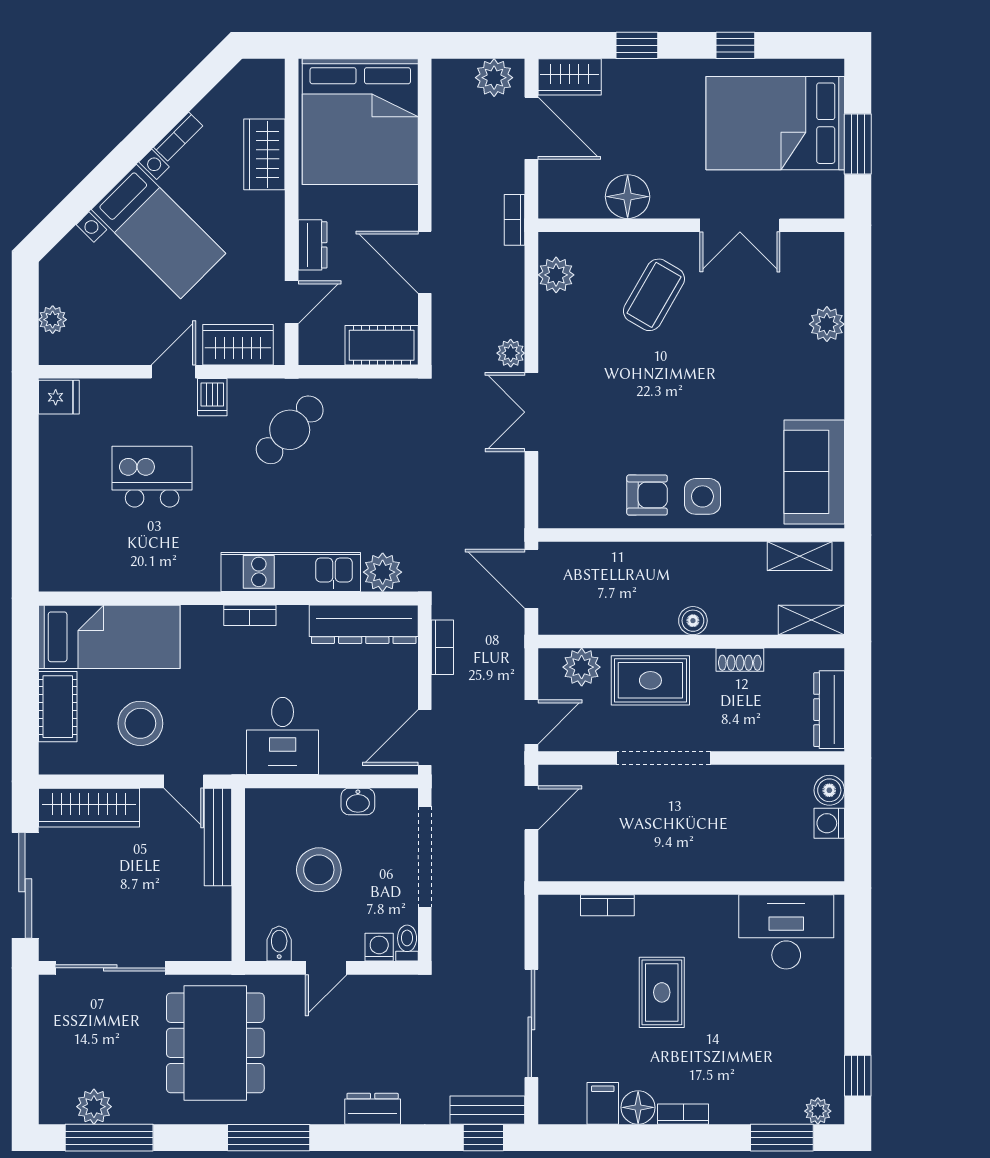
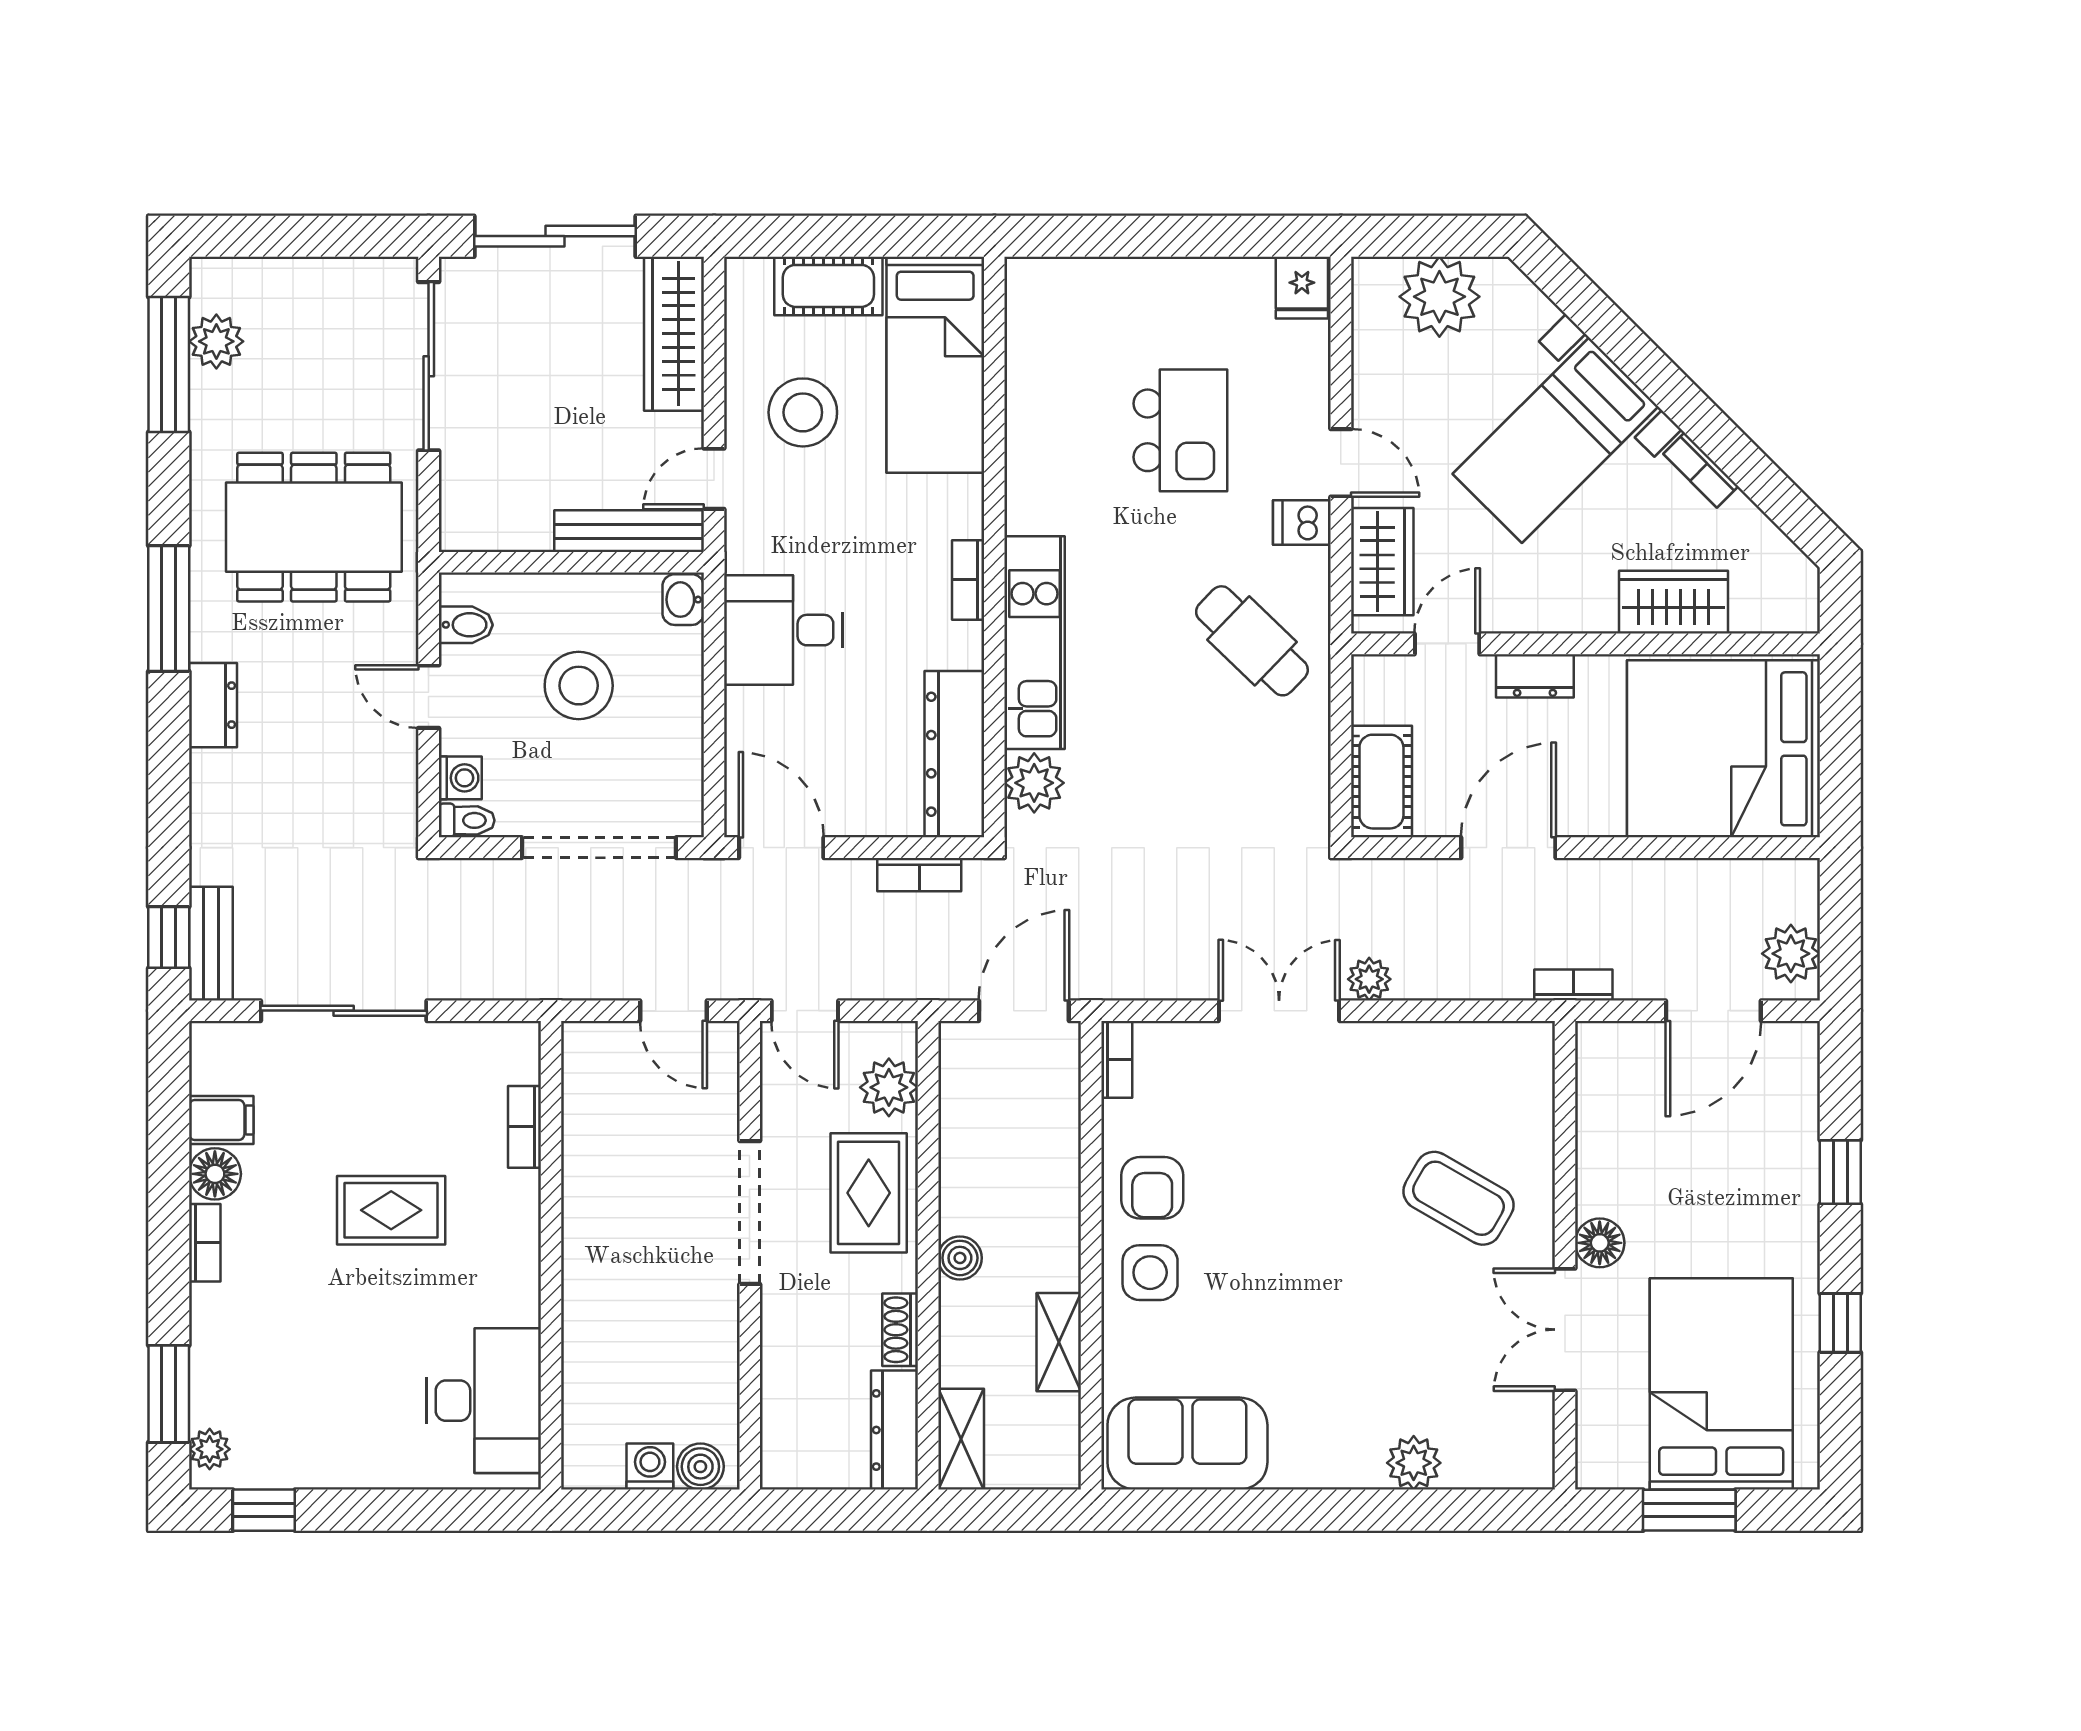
wardrobe: (570, 77) -> (1792, 1069), removed
floor lamp: (628, 197) -> (1600, 1243), moved, width x0.73, depth x0.73
plant: (556, 275) -> (1489, 1048), removed
door: (292, 302) -> (1447, 644), swing flipped
plant: (53, 320) -> (1439, 297), width x1.88, depth x1.88
bookcase: (563, 518) -> (1117, 1059), added
shelving: (800, 556) -> (1059, 1342), moved
dresser: (829, 710) -> (894, 1430), moved, turned -90
washbasin: (358, 801) -> (683, 600), moved
dresser: (373, 1109) -> (213, 705), moved

